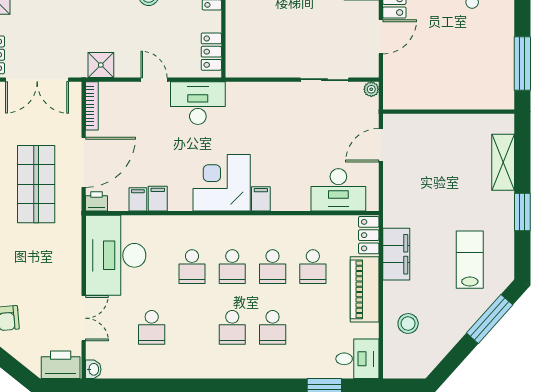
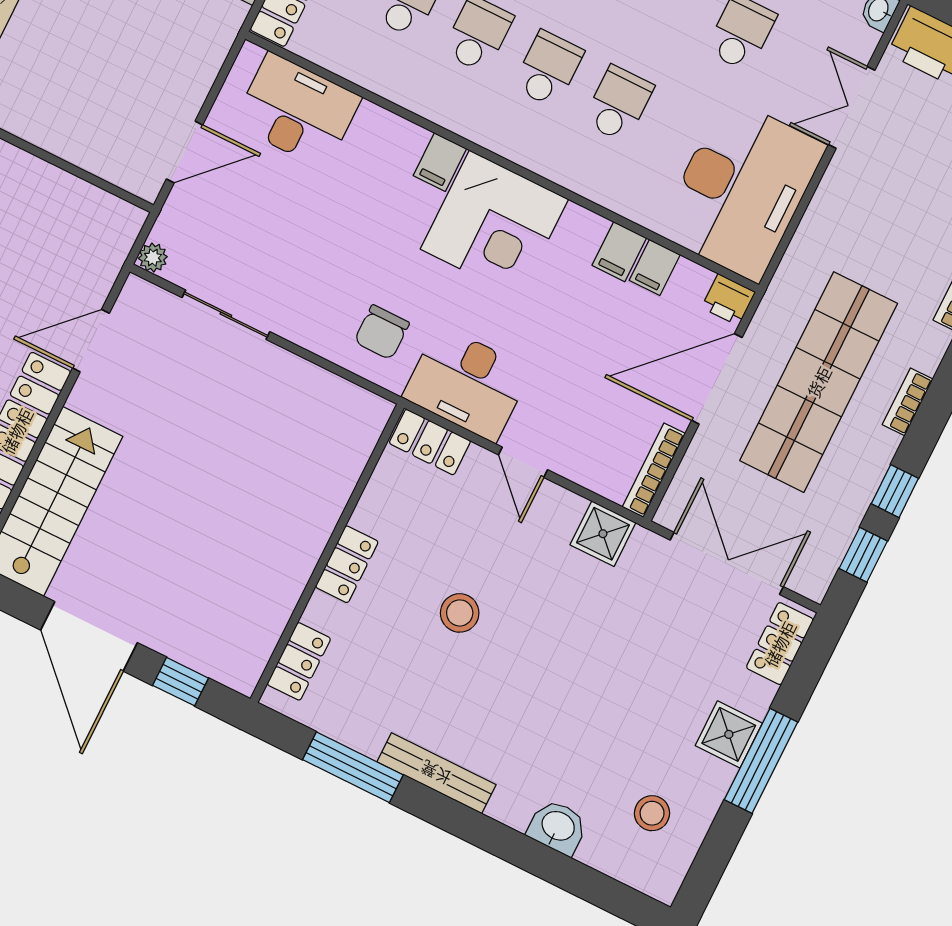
locker: (211, 52) -> (430, 442), moved, turned 90
chair: (249, 107) -> (382, 332), added
shop shelf: (36, 184) -> (819, 382), width x1.40

